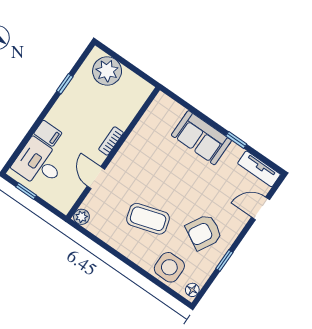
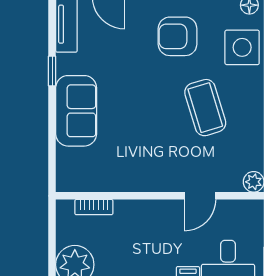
bookcase: (111, 141) -> (94, 207), moved
armchair: (204, 232) -> (178, 36), turned 151

